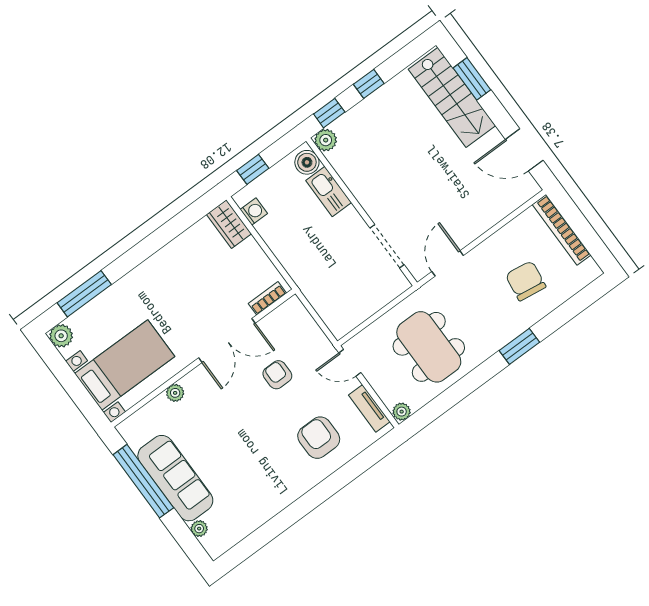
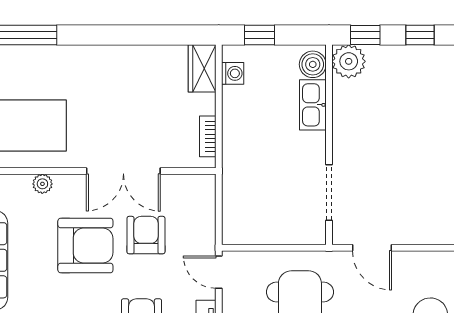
plant: (326, 140) -> (349, 61), width x1.36, depth x1.36
door: (448, 263) -> (372, 248), swing flipped
bookcase: (267, 298) -> (208, 136), moved, turned -90
armchair: (277, 375) -> (146, 235), width x1.38, depth x1.38
armchair: (239, 415) -> (85, 246), added

